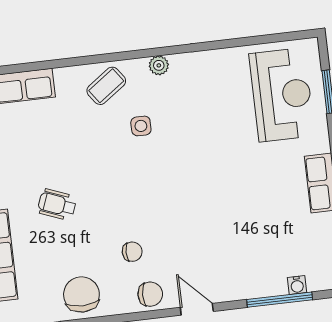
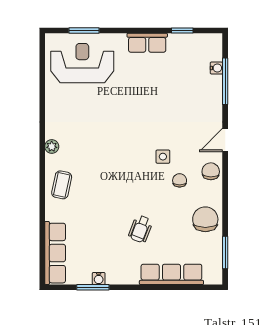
coffee table: (106, 86) -> (62, 185), turned 48
side table: (141, 126) -> (163, 157), moved
chair: (81, 294) -> (205, 219), turned 90

